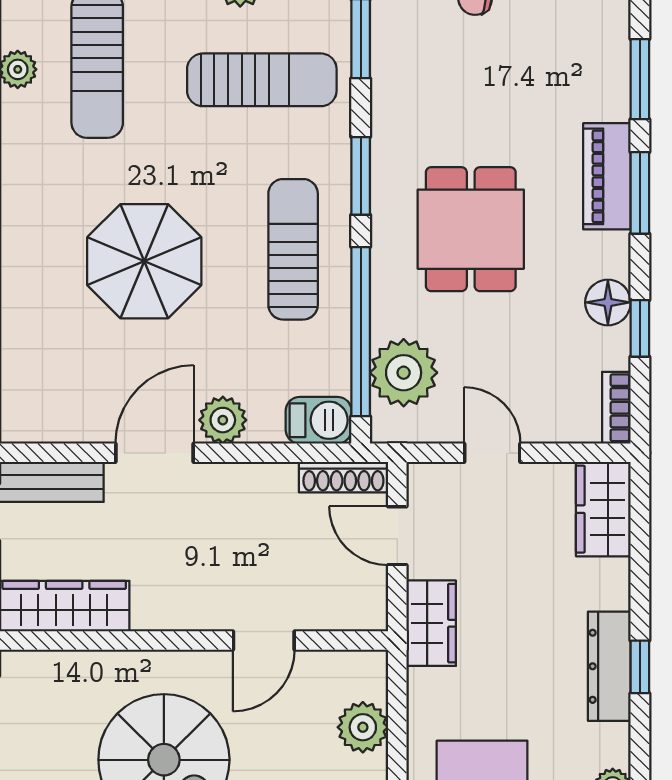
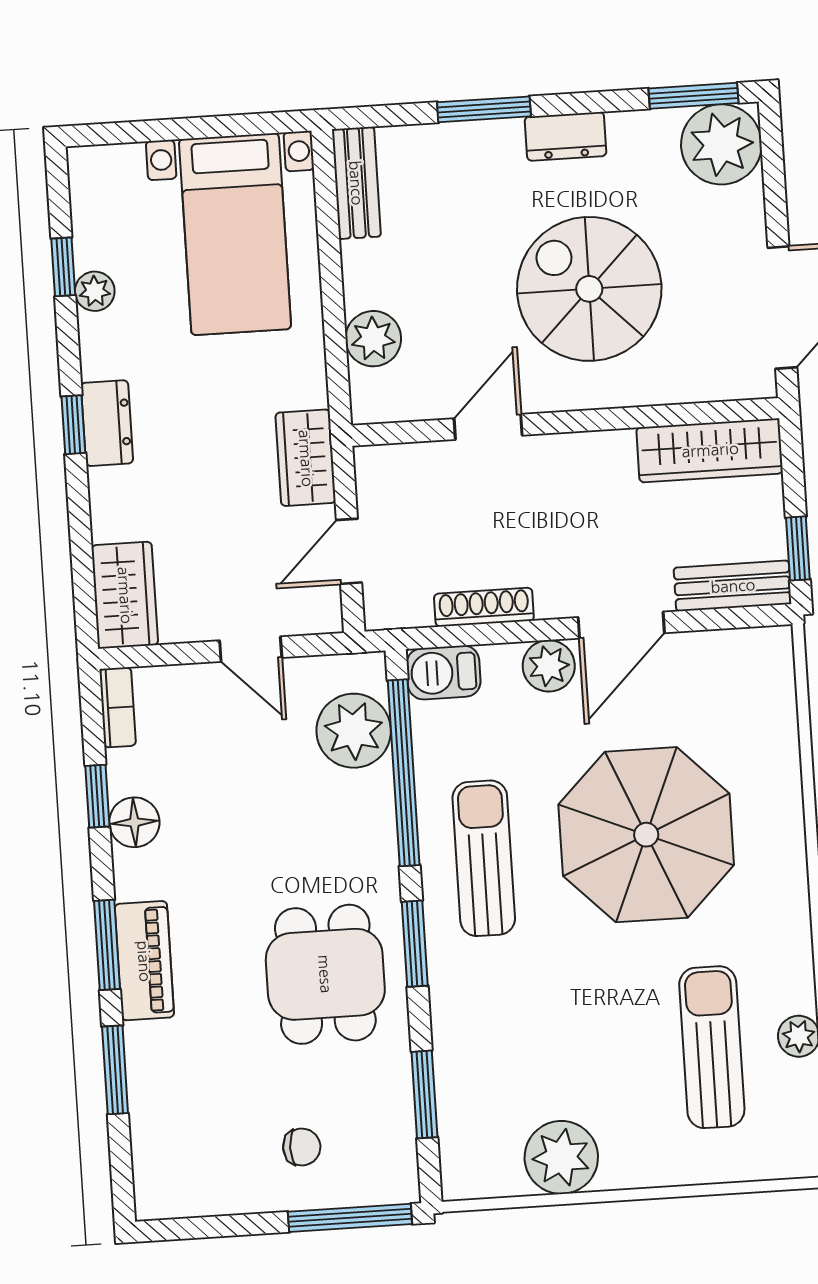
sun lounger: (262, 80) -> (530, 1042), removed
dining table: (471, 229) -> (325, 974), moved
sun lounger: (293, 249) -> (484, 858), turned 180
parasol: (144, 261) -> (646, 835), width x1.36, depth x1.36
shoe rack: (343, 477) -> (484, 607), moved
door: (397, 536) -> (349, 551), swing flipped
dresser: (609, 666) -> (107, 423), width x0.70

